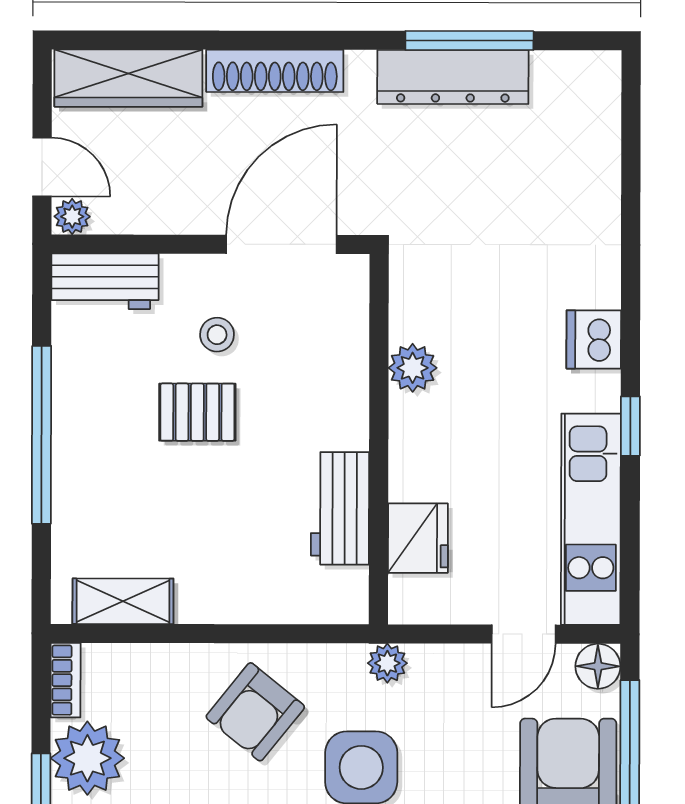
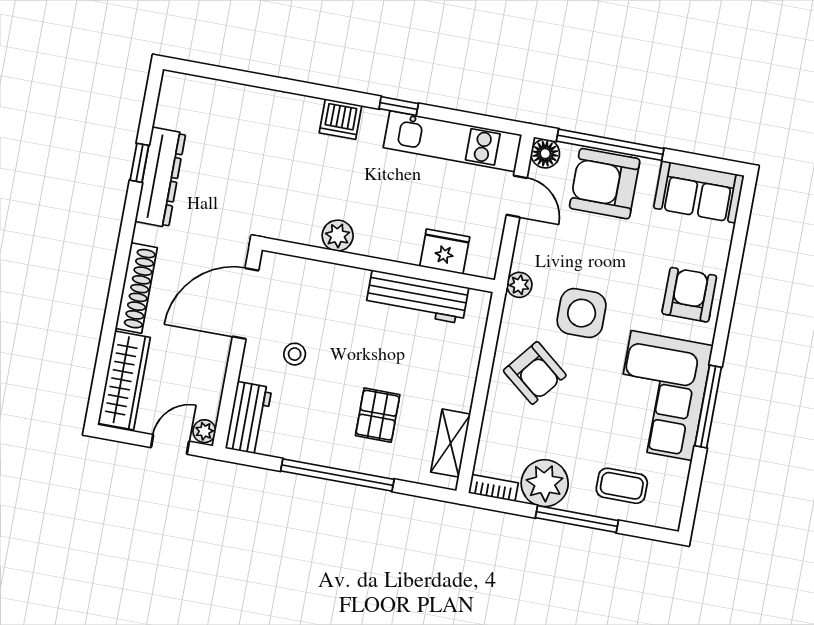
window: (469, 41) -> (139, 163), width x0.46
door: (281, 244) -> (245, 303), hinge flipped
pallet: (197, 412) -> (378, 415), moved
workbench: (340, 508) -> (417, 297), width x1.38

